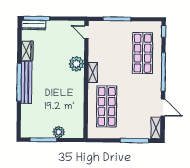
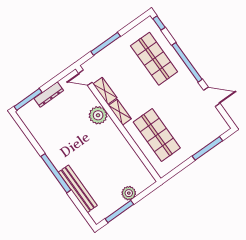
dresser: (34, 25) -> (49, 94), moved
wardrobe: (27, 51) -> (41, 137), removed
bench: (26, 82) -> (78, 189), moved
shelving: (156, 128) -> (105, 91), moved

